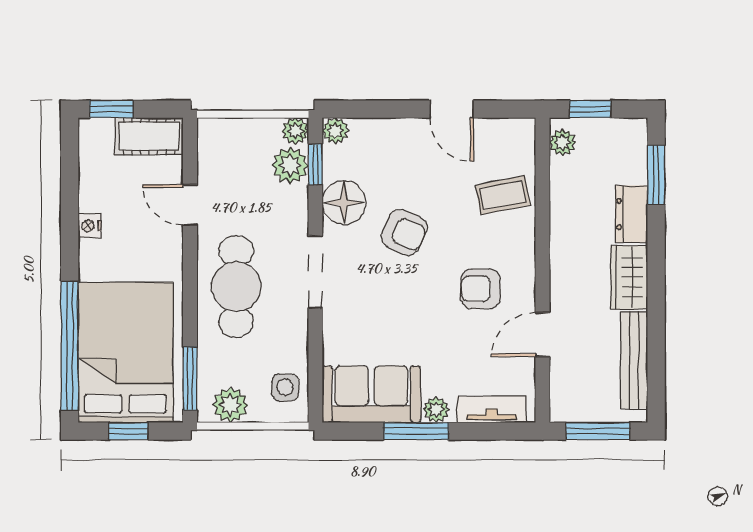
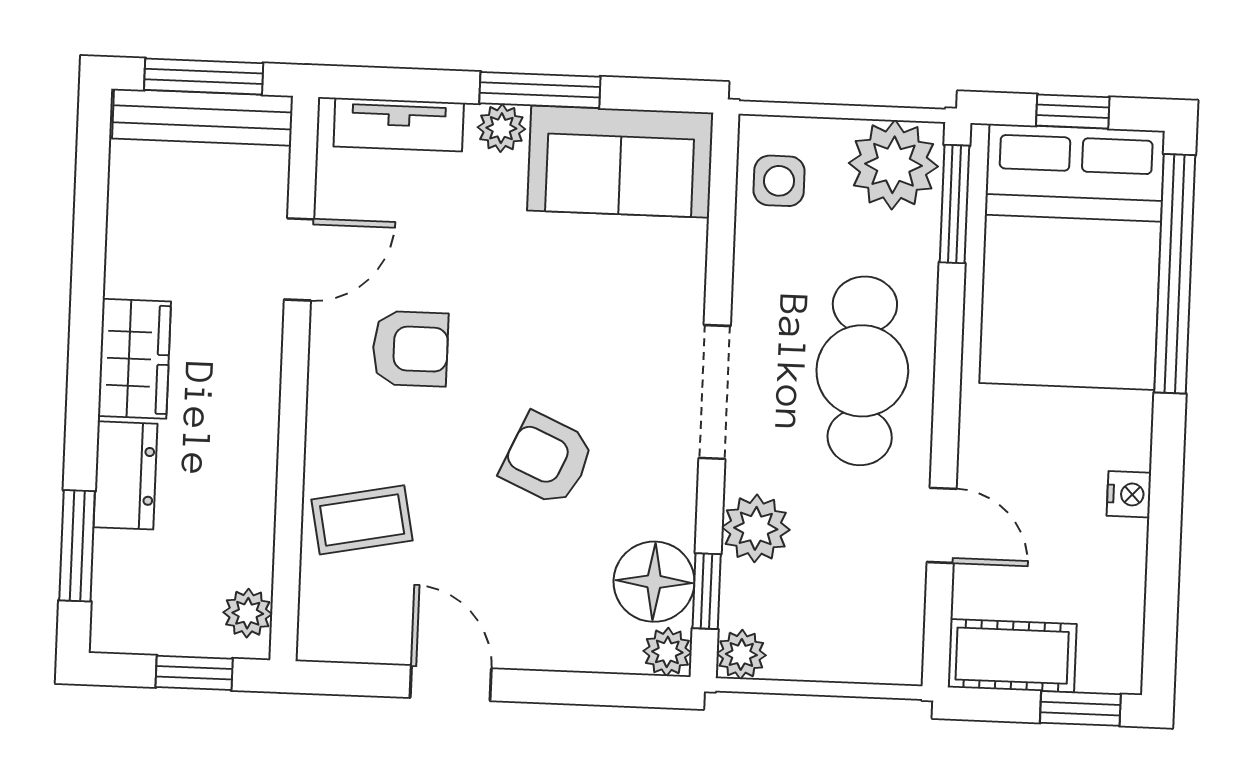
plant: (290, 165) -> (756, 528), moved
floor lamp: (344, 203) -> (654, 582), moved
bench: (634, 360) -> (203, 117), moved, turned 90
plant: (230, 405) -> (893, 165), width x1.36, depth x1.36

